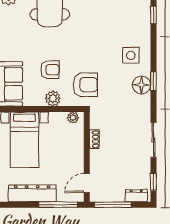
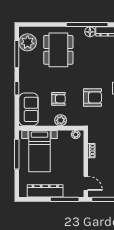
armchair: (85, 85) -> (92, 97), moved
door: (87, 183) -> (86, 183), swing flipped

